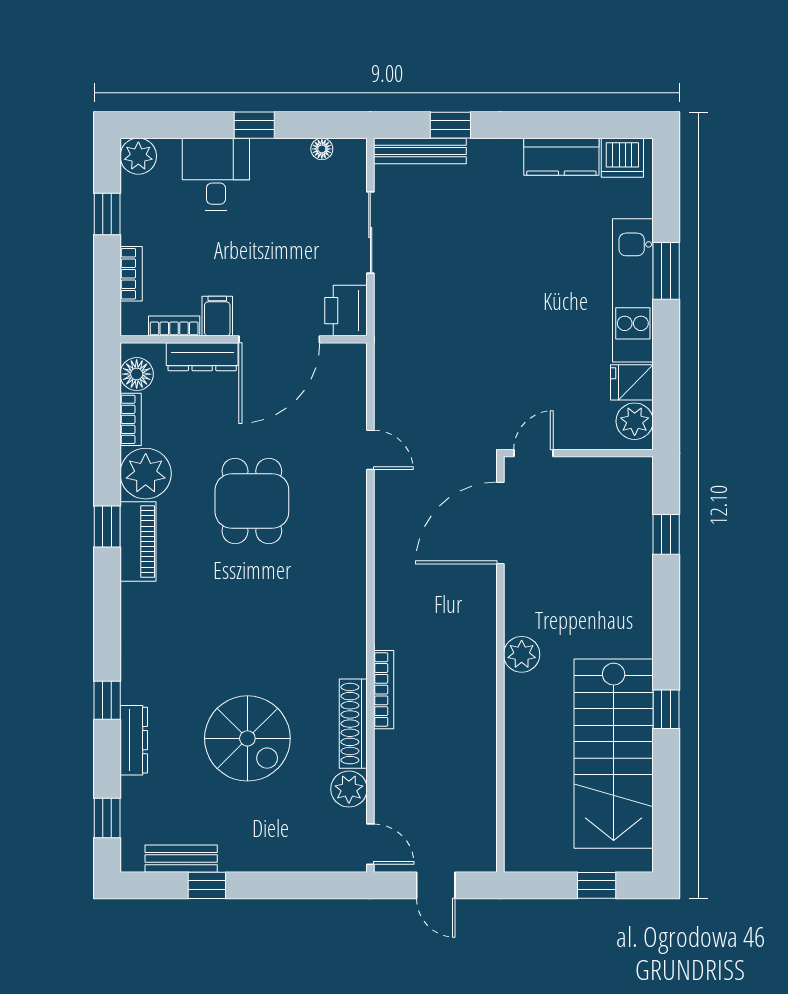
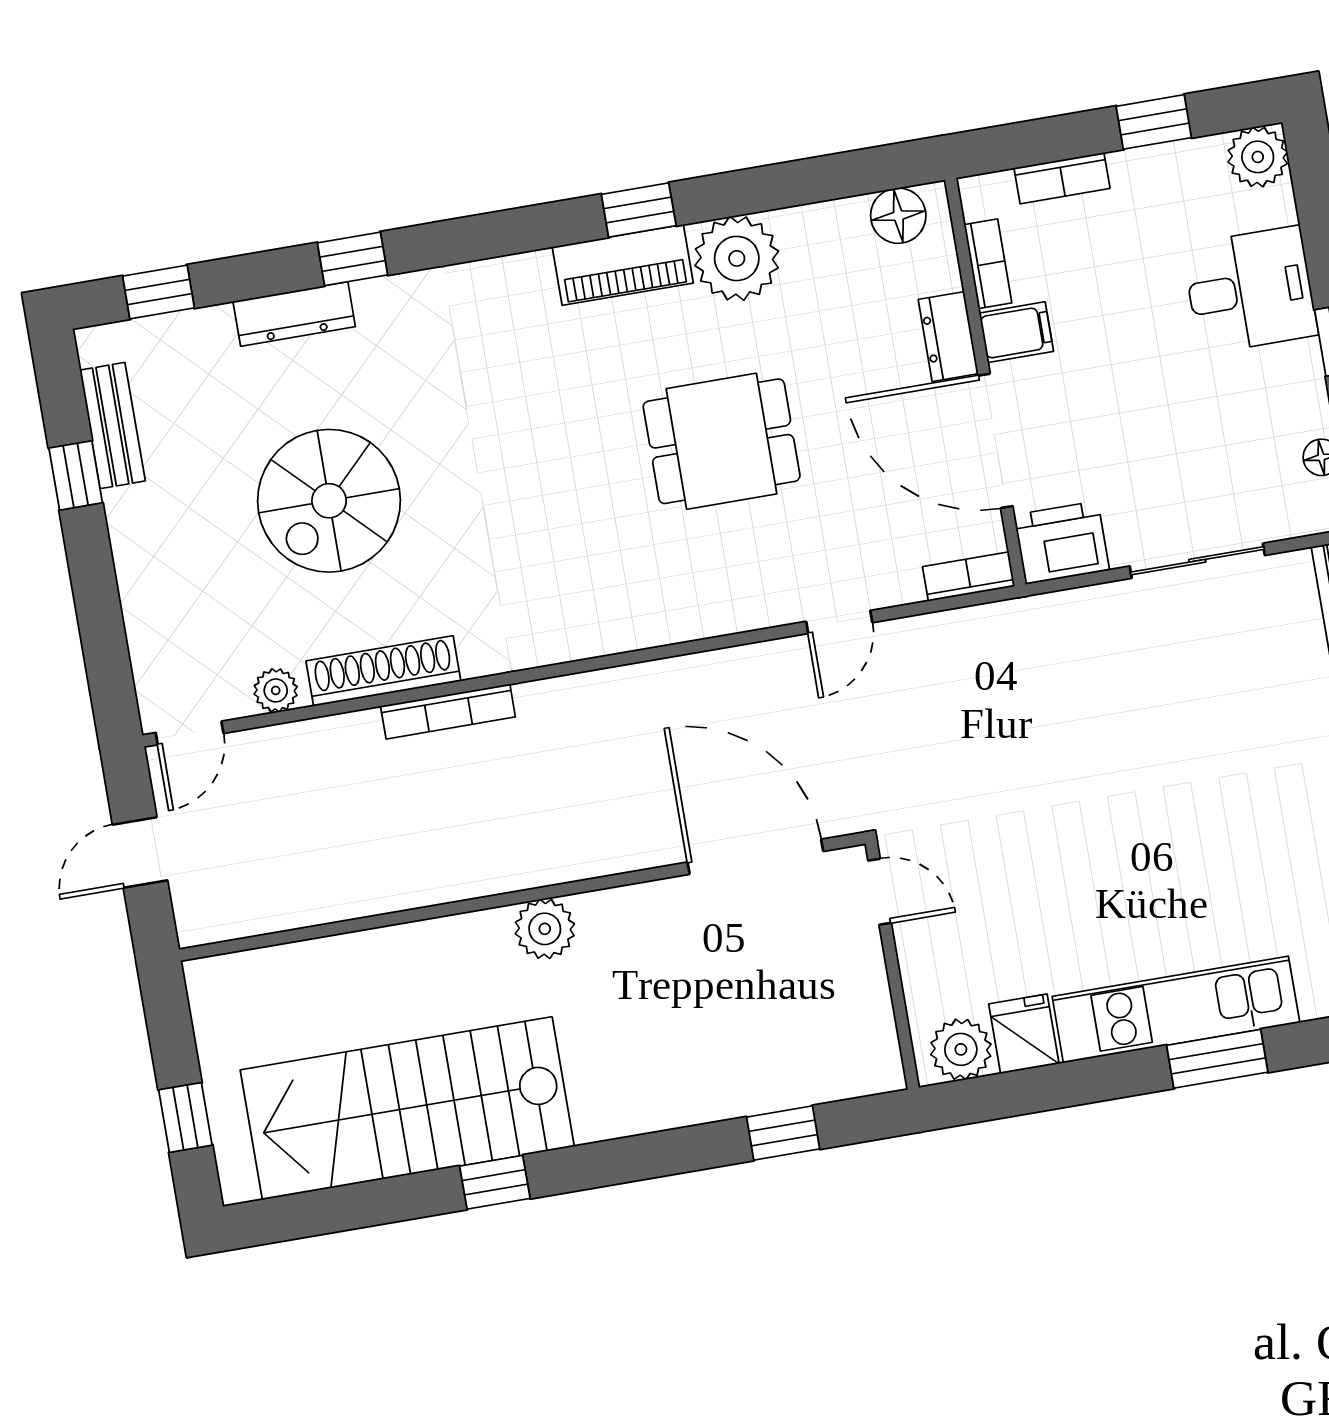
dresser: (202, 357) -> (948, 337), width x0.70
bookcase: (131, 419) -> (969, 577), moved, turned 180
plant: (349, 789) -> (276, 690), width x0.73, depth x0.73

